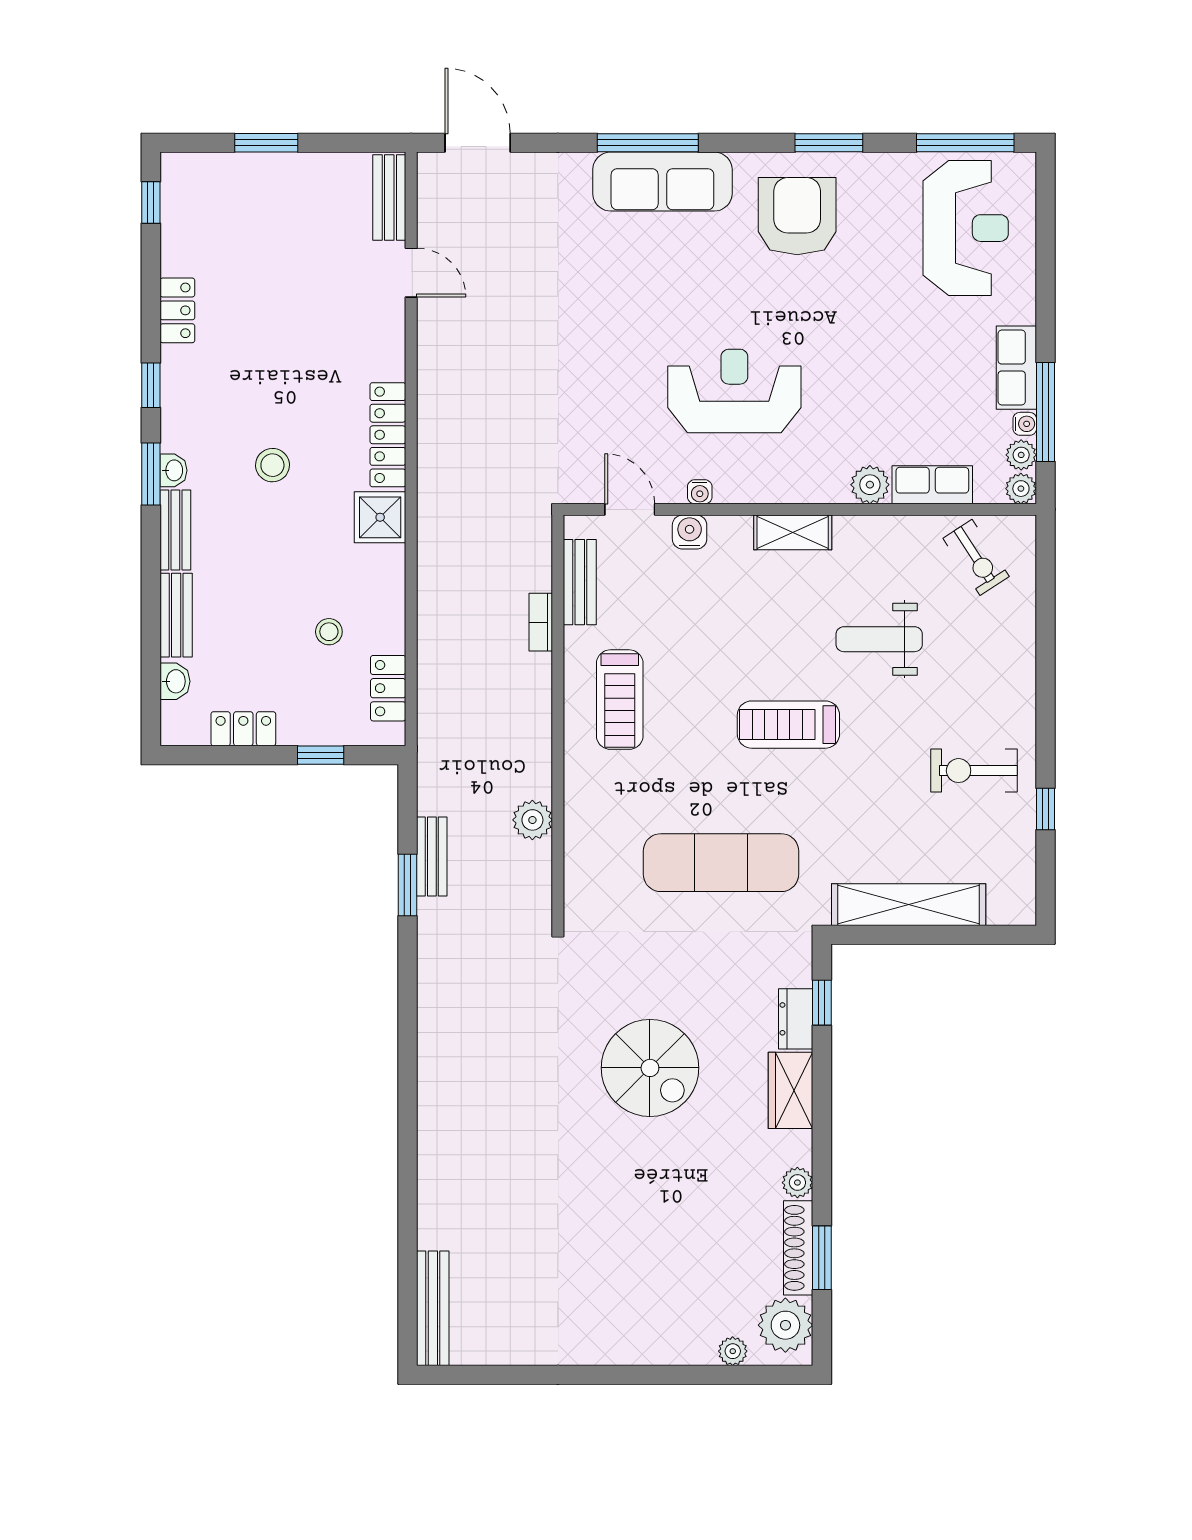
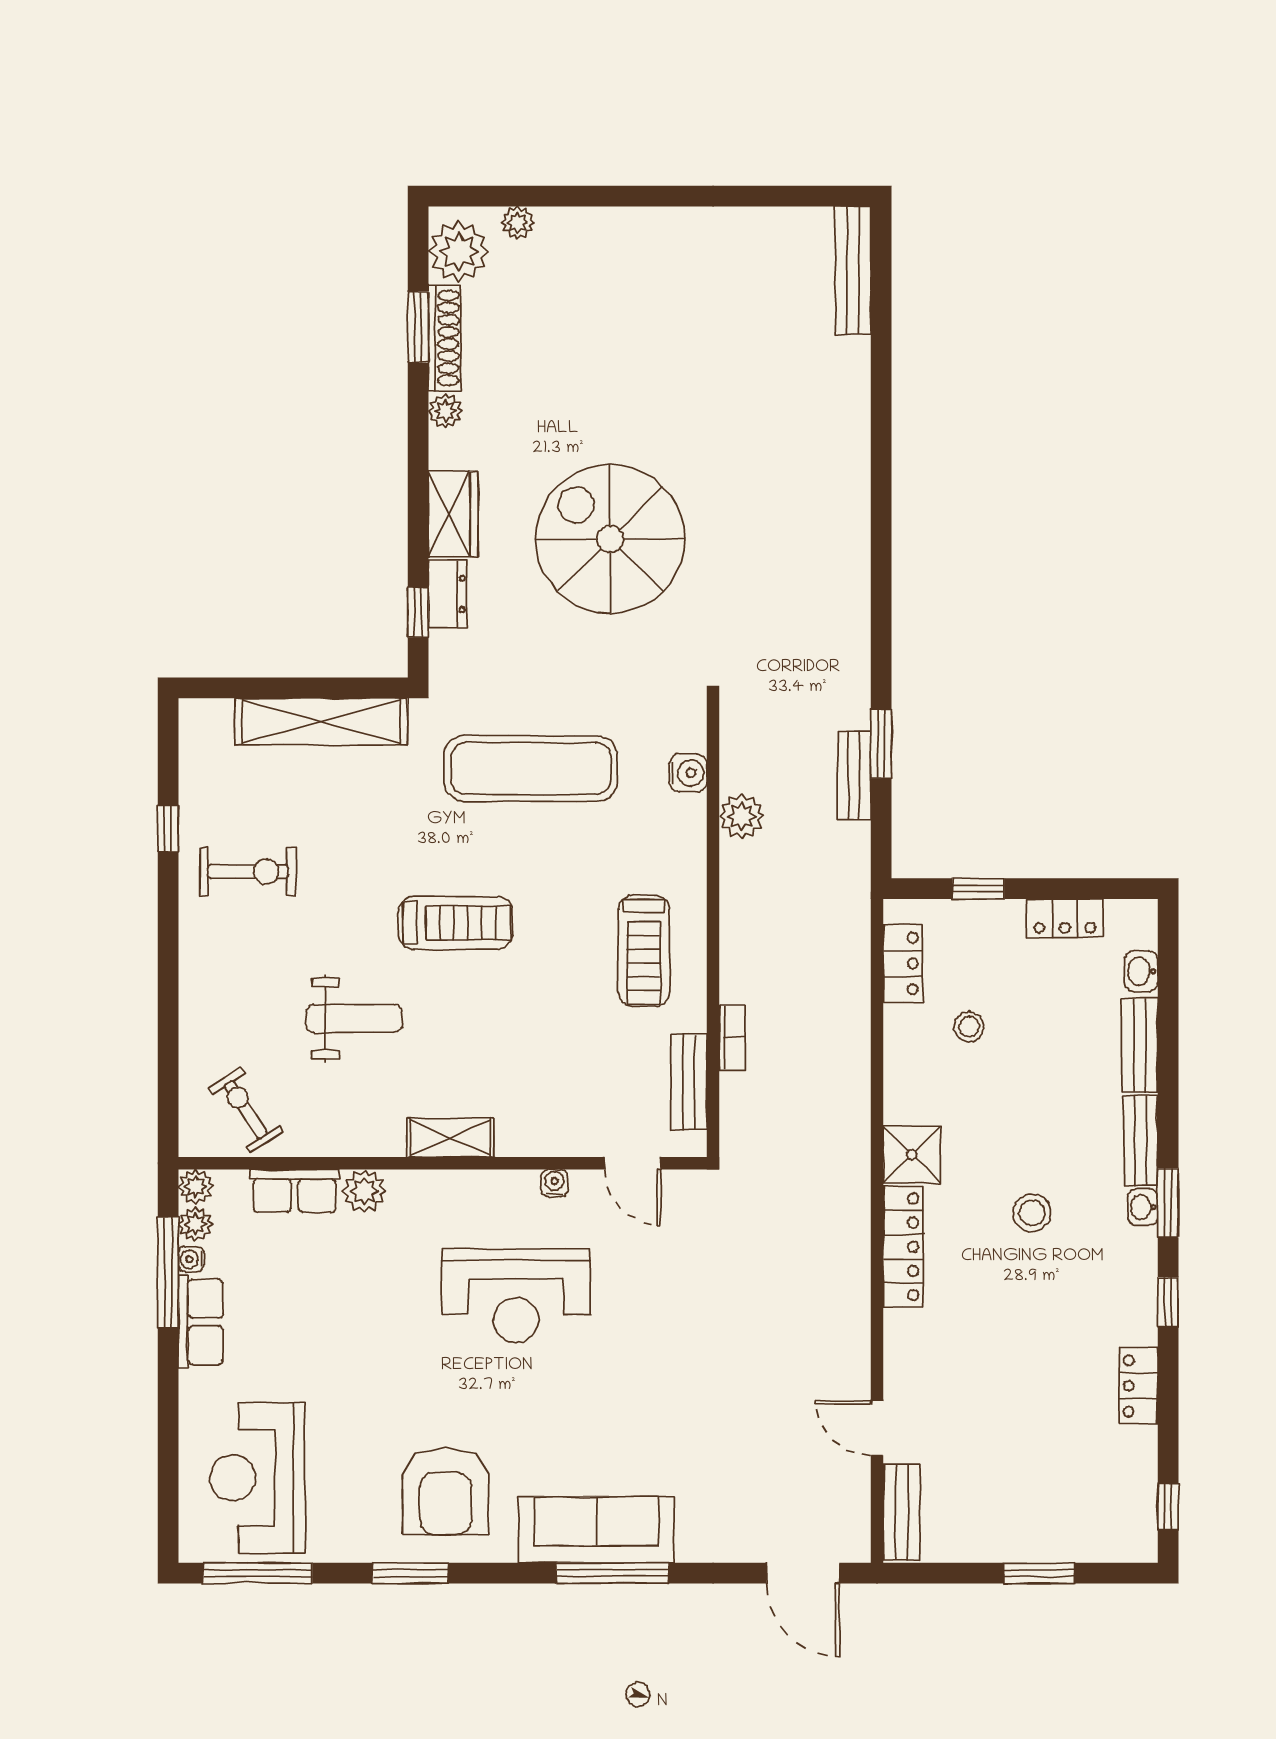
water cooler: (690, 532) -> (688, 773), moved, turned -90
treadmill: (620, 700) -> (644, 951), turned 180
spiral stairs: (650, 1068) -> (610, 539), width x1.37, depth x1.37

